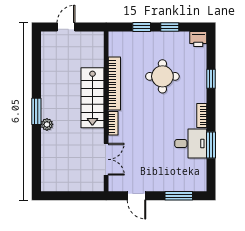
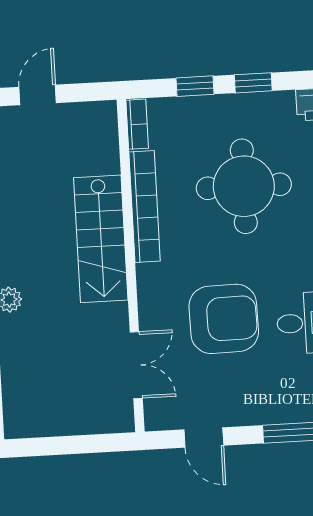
round table: (162, 76) -> (244, 186), width x1.36, depth x1.36
bookcase: (113, 123) -> (137, 124), moved
armchair: (149, 139) -> (224, 319), added

